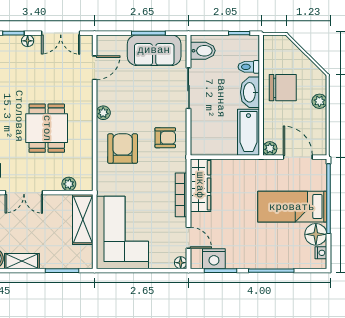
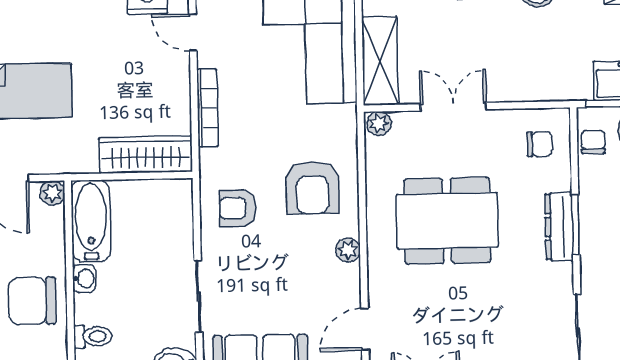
washbasin: (250, 92) -> (84, 279), width x0.52, depth x0.69
dining table: (47, 128) -> (447, 221), width x1.37
plant: (69, 184) -> (379, 123), moved
wardrobe: (200, 185) -> (146, 155), moved, turned 90
double door: (24, 193) -> (453, 107), moved

